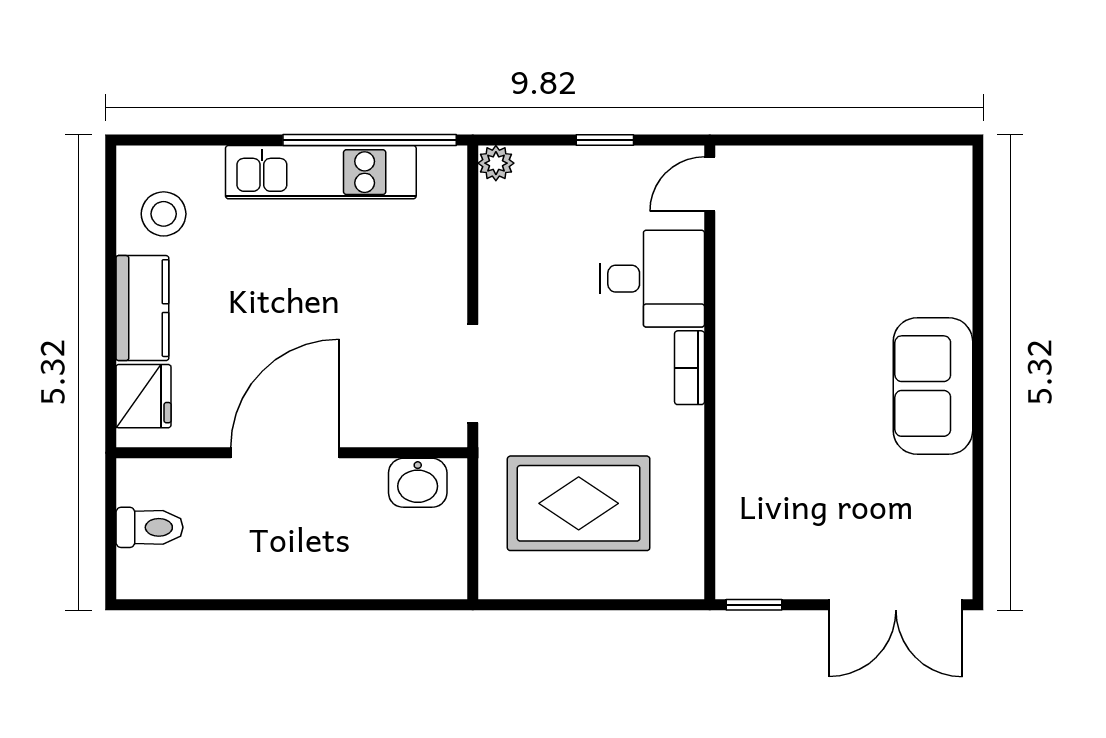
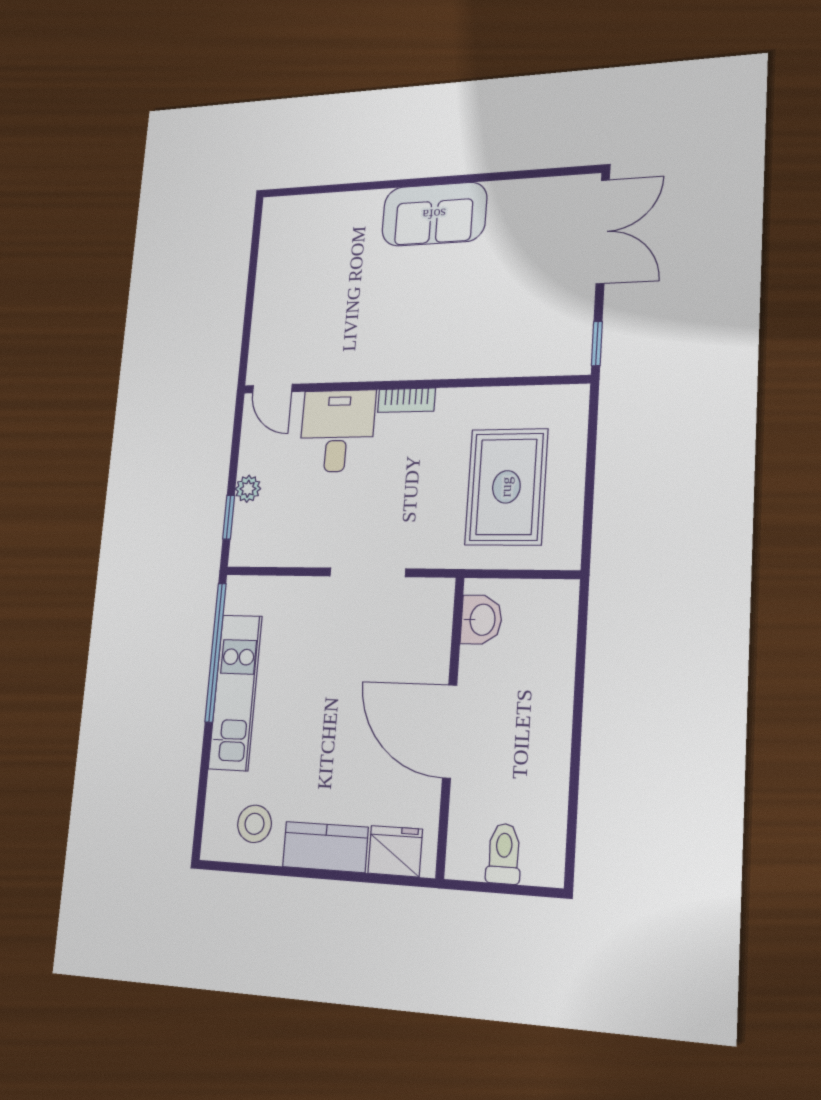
window: (605, 140) -> (229, 517), moved
plant: (496, 163) -> (248, 489), moved
doorway: (473, 374) -> (368, 572), moved

